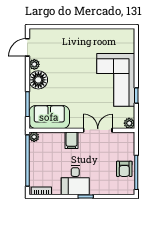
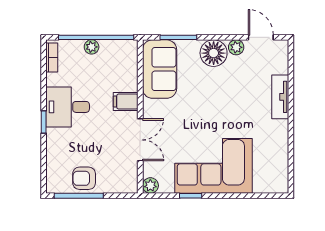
tv unit: (68, 34) -> (280, 97), added
plant: (34, 137) -> (92, 47), moved

